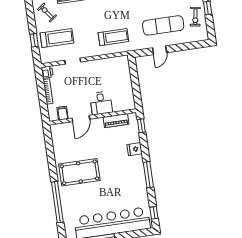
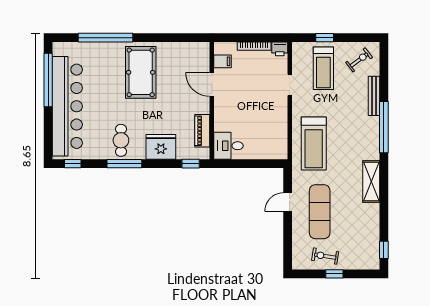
treadmill: (113, 37) -> (314, 143), width x1.37, depth x1.38
door: (160, 50) -> (288, 202), hinge flipped
desk: (101, 103) -> (228, 146), moved
fridge: (135, 149) -> (161, 147), width x1.88, depth x1.34
cafe table: (132, 180) -> (121, 140), added

